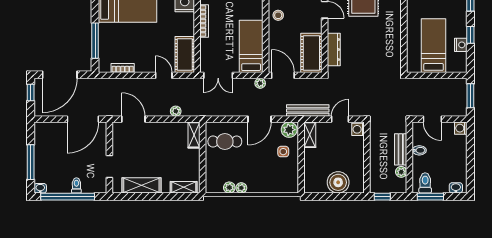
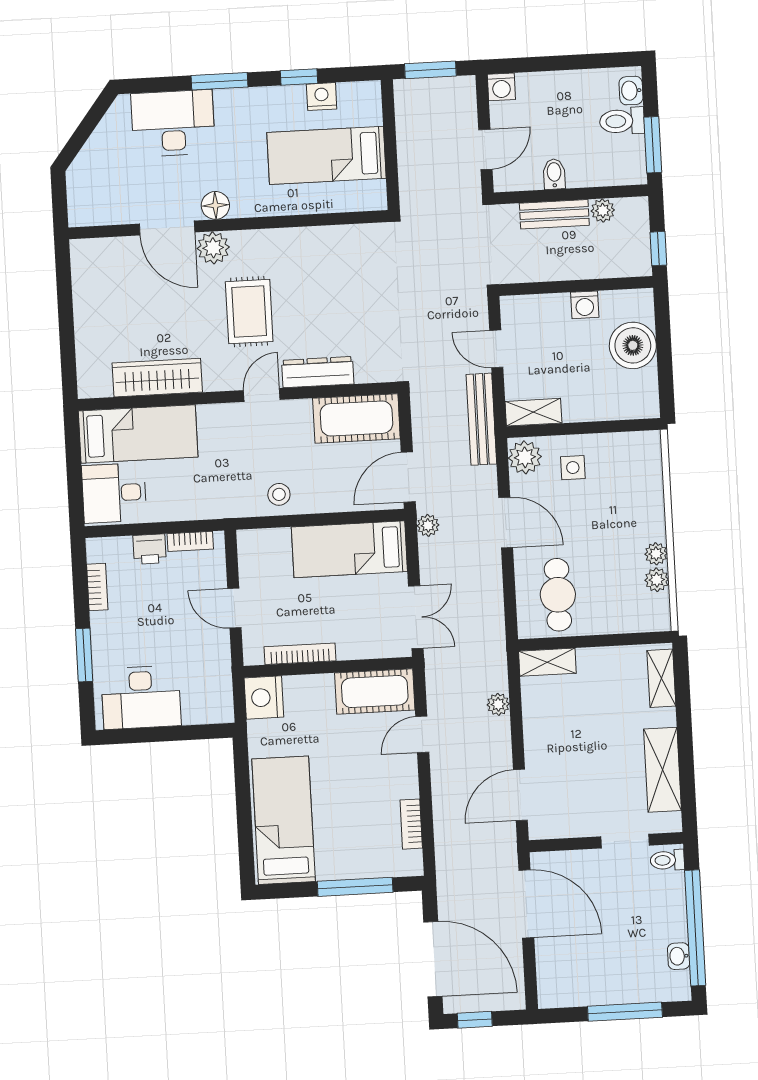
dresser: (334, 50) -> (318, 372), moved
washing machine: (358, 129) -> (585, 305), moved
toilet: (425, 183) -> (622, 121), moved
toilet: (76, 185) -> (667, 860), moved
washbasin: (40, 188) -> (679, 956), moved

